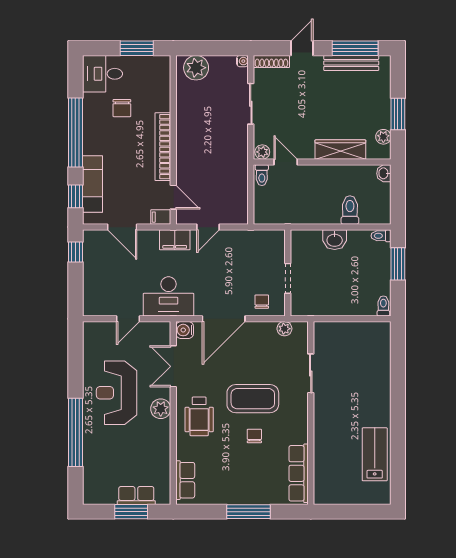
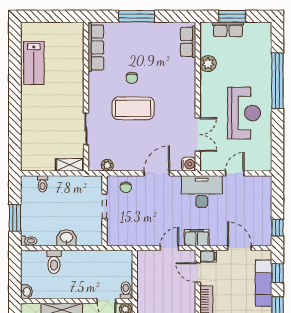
toilet: (383, 306) -> (43, 184), moved
door: (224, 319) -> (157, 173), width x0.73
shelving: (331, 329) -> (70, 165), added
plant: (161, 409) -> (208, 64), moved
wheelchair: (199, 416) -> (177, 94), removed

